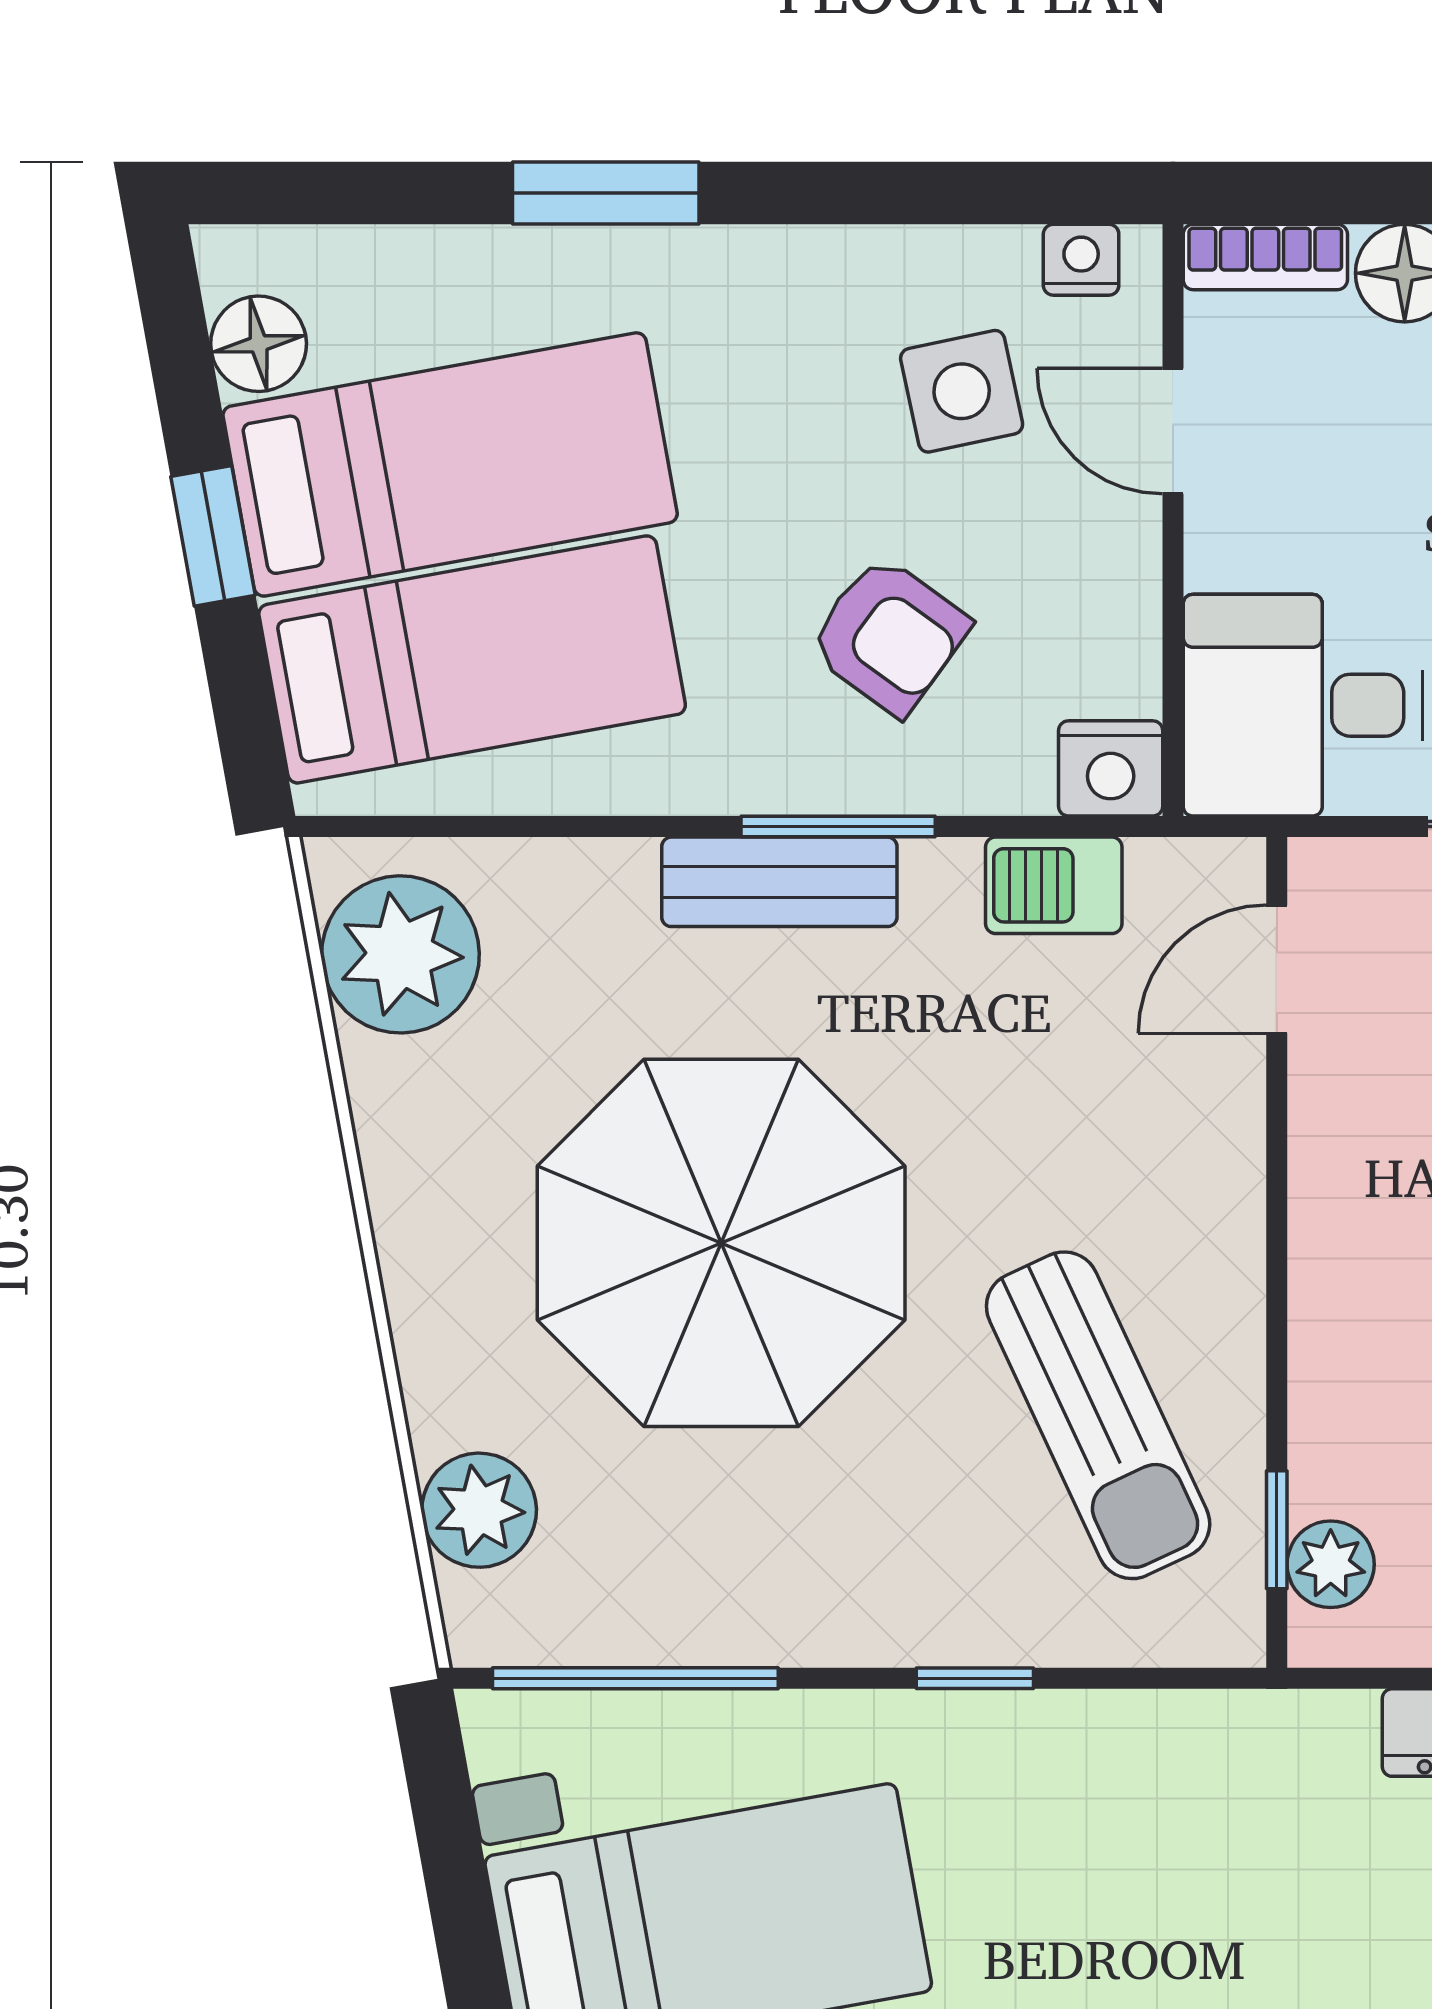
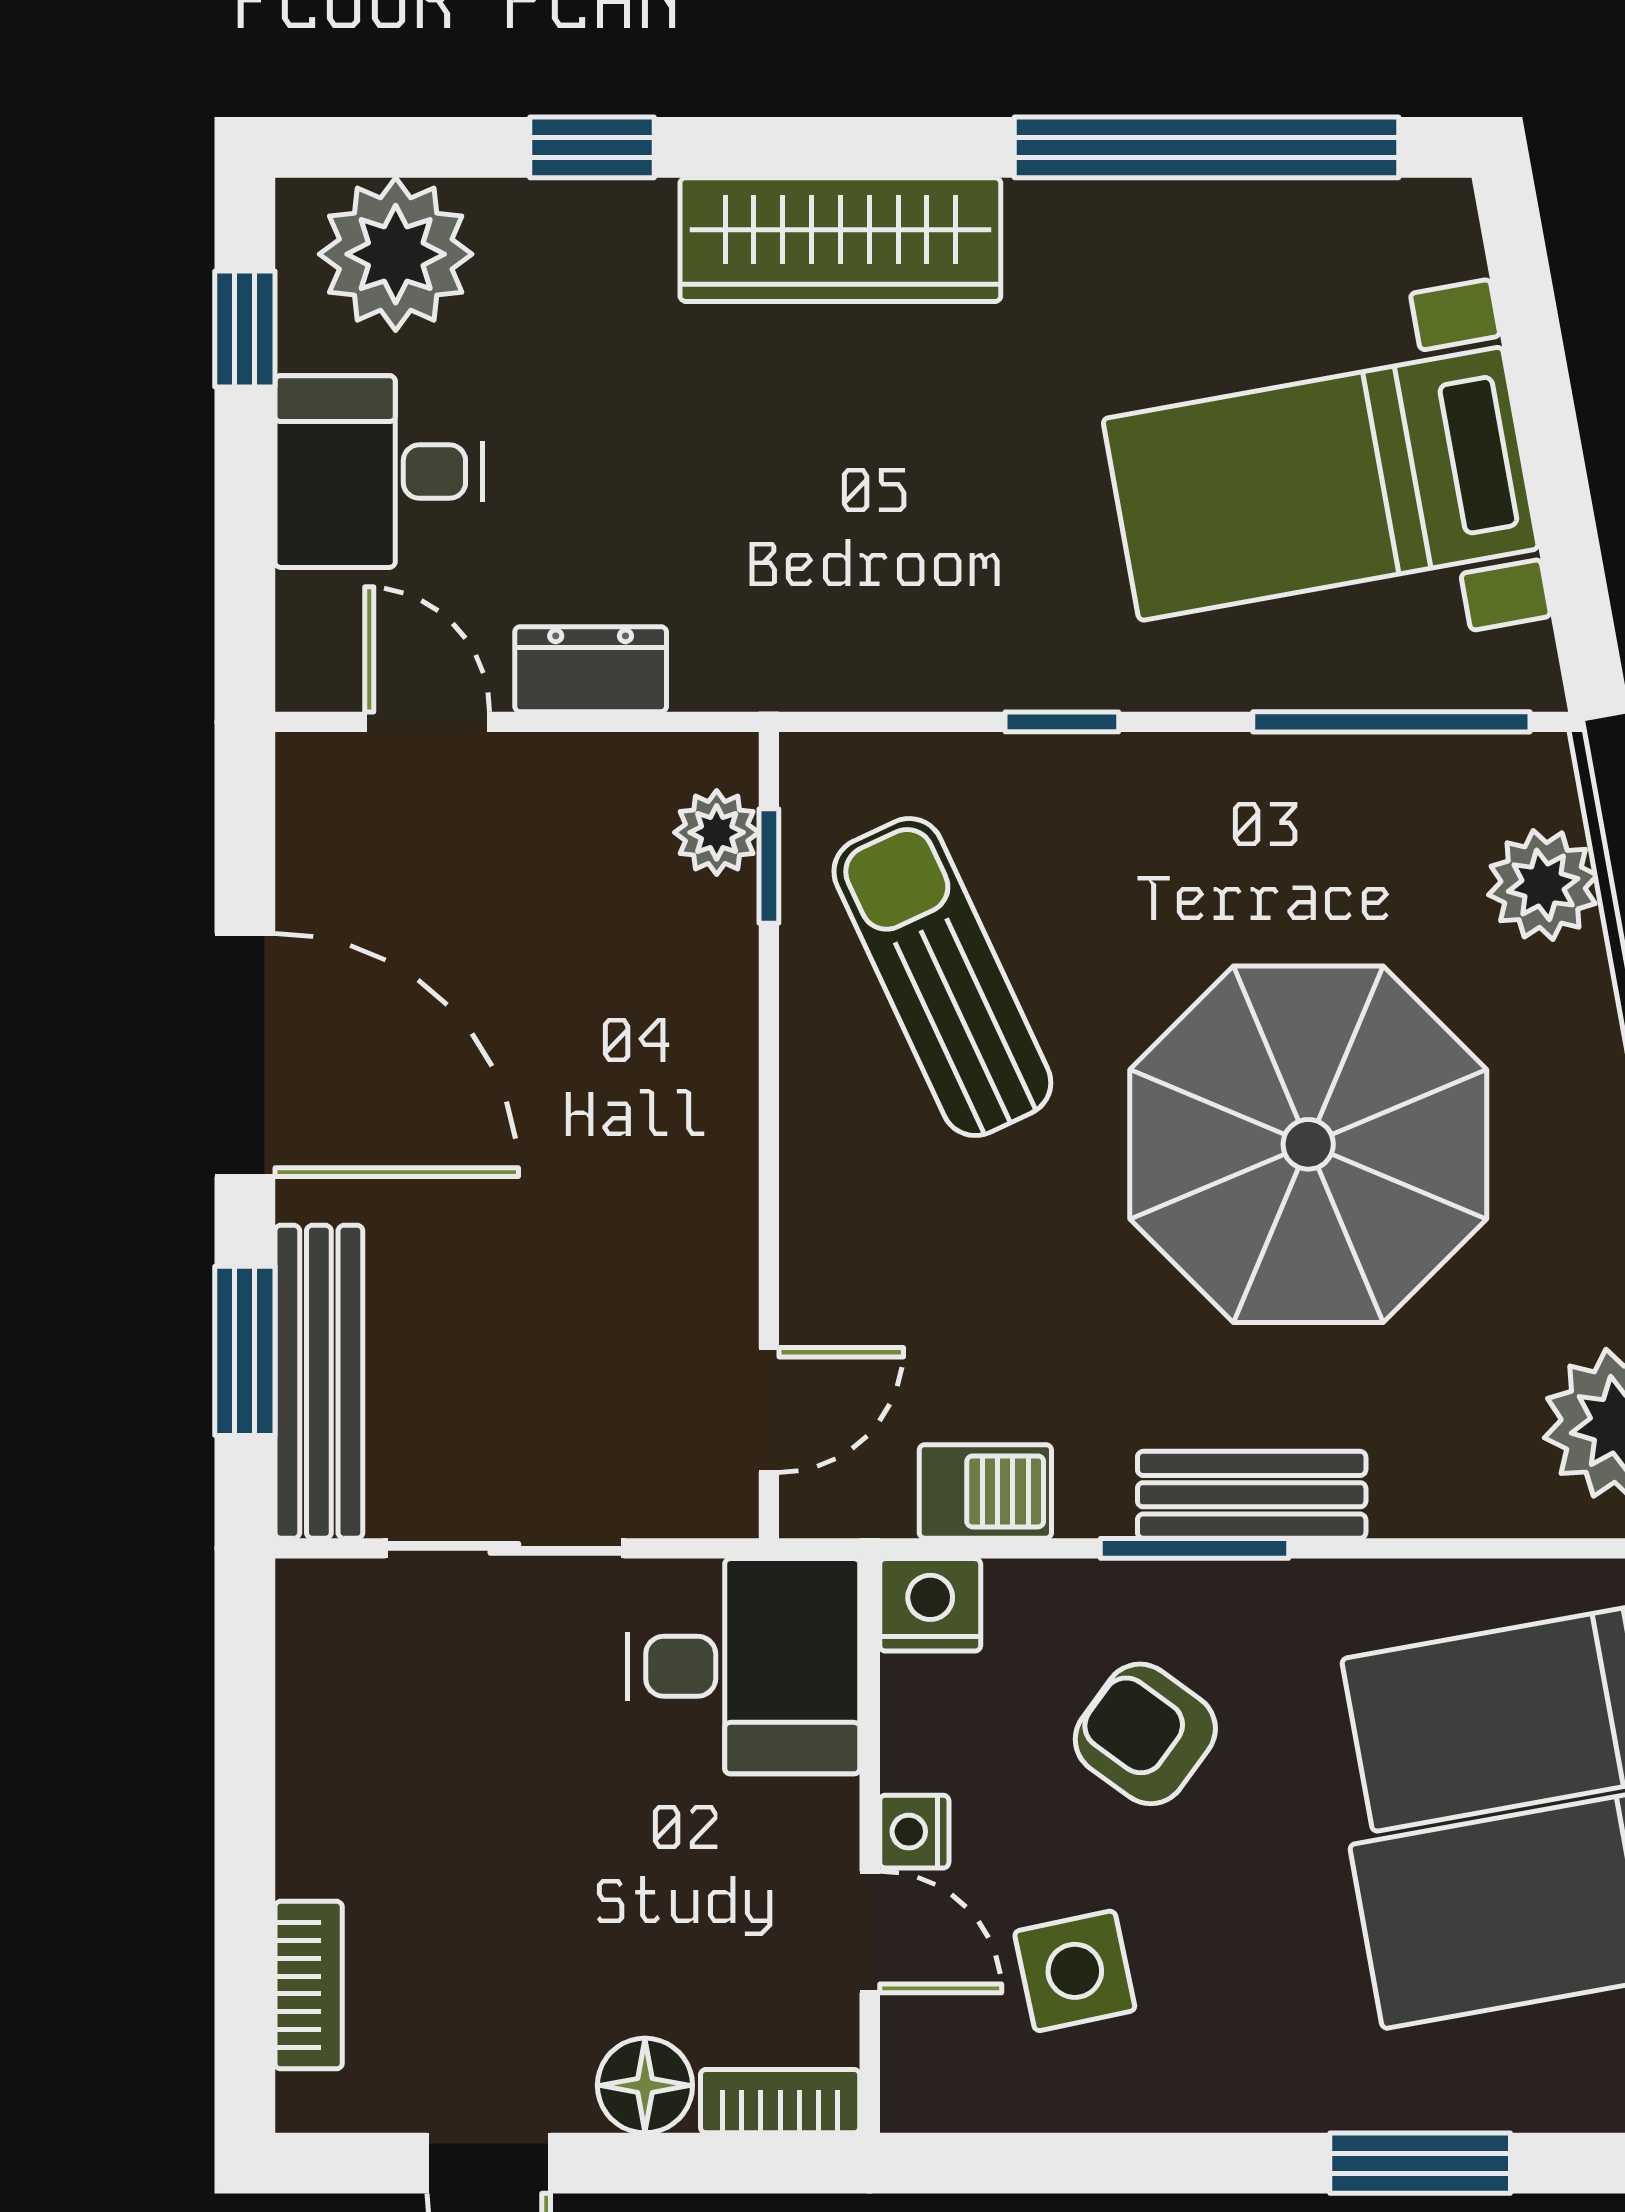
nightstand: (1081, 260) -> (914, 1832), moved, turned 90

